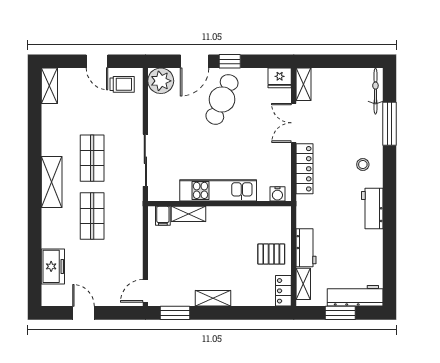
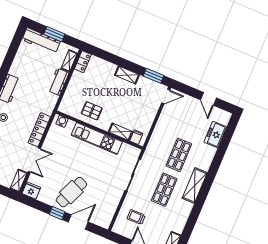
plant: (161, 81) -> (103, 219), removed
trolley: (122, 84) -> (136, 217), moved
pallet: (271, 254) -> (92, 111), moved

